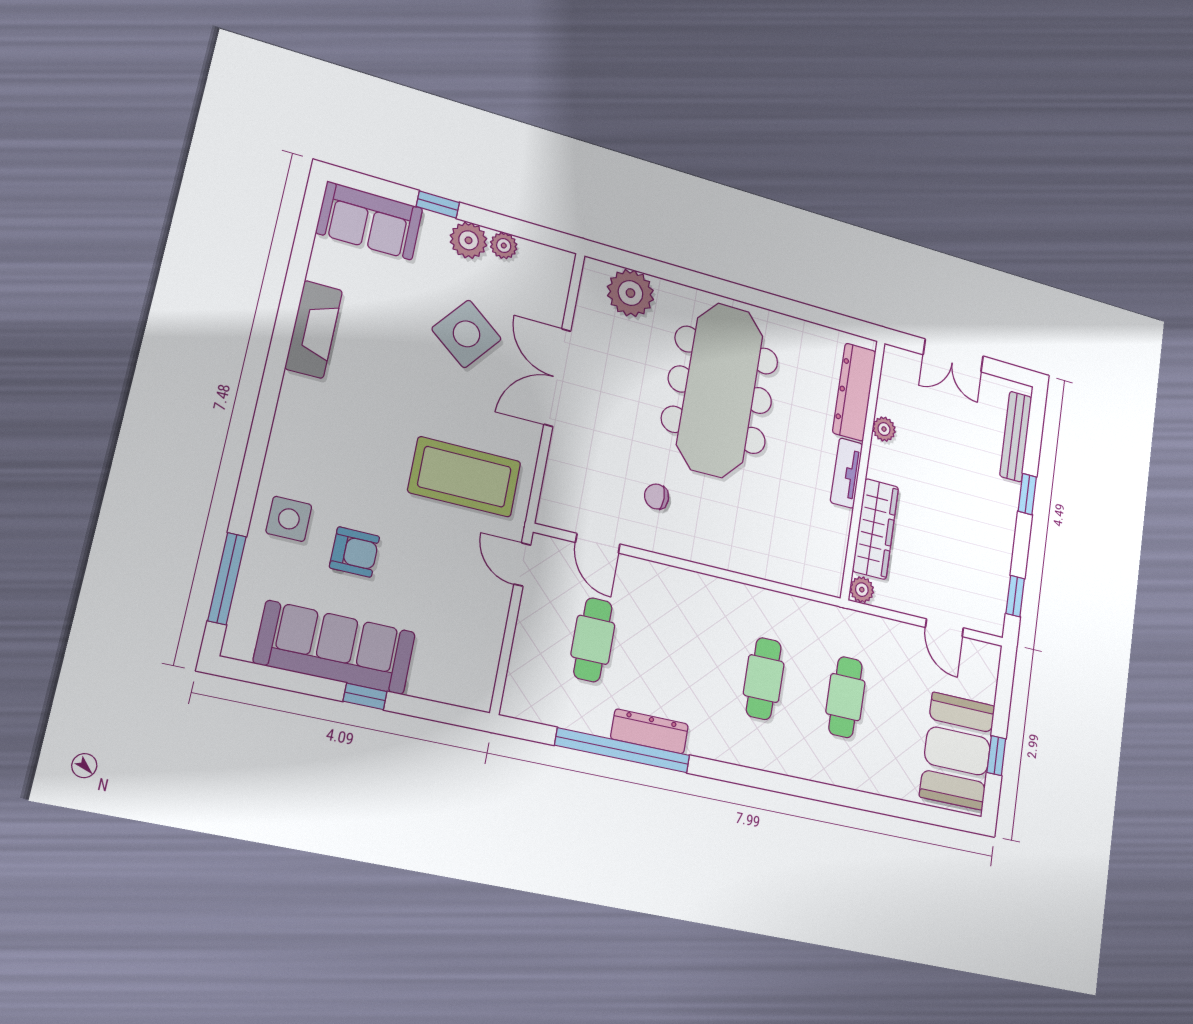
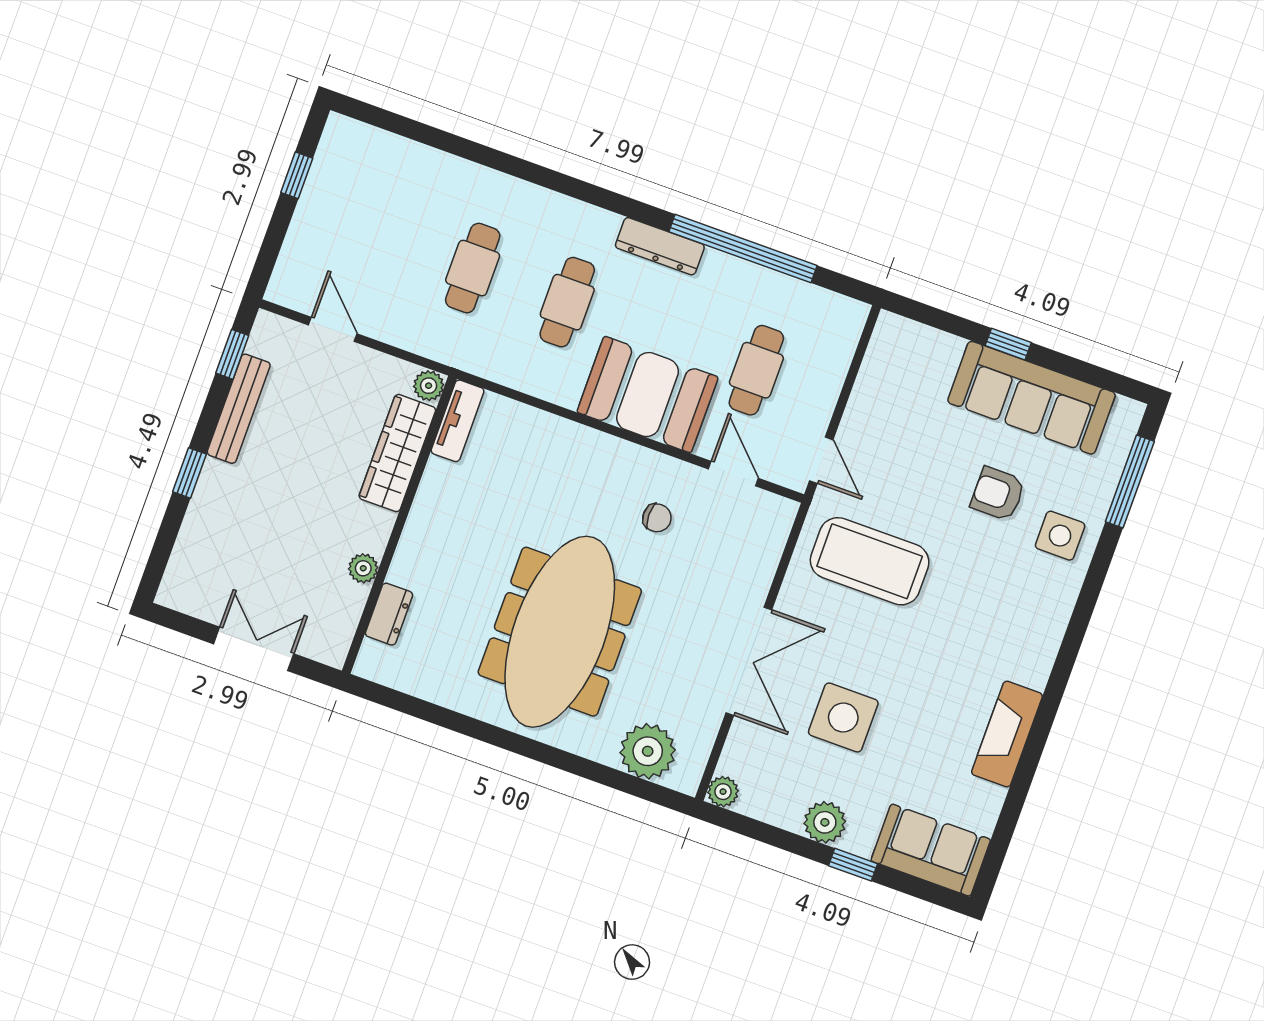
plant: (504, 246) -> (723, 792), moved
side table: (467, 334) -> (843, 718), turned -38
dresser: (854, 392) -> (389, 614), width x0.51, depth x0.80
bench: (1016, 436) -> (239, 409), moved
tv unit: (847, 473) -> (458, 421), moved
dresser: (650, 731) -> (660, 246), moved
booth: (957, 751) -> (648, 395), moved, turned 90

